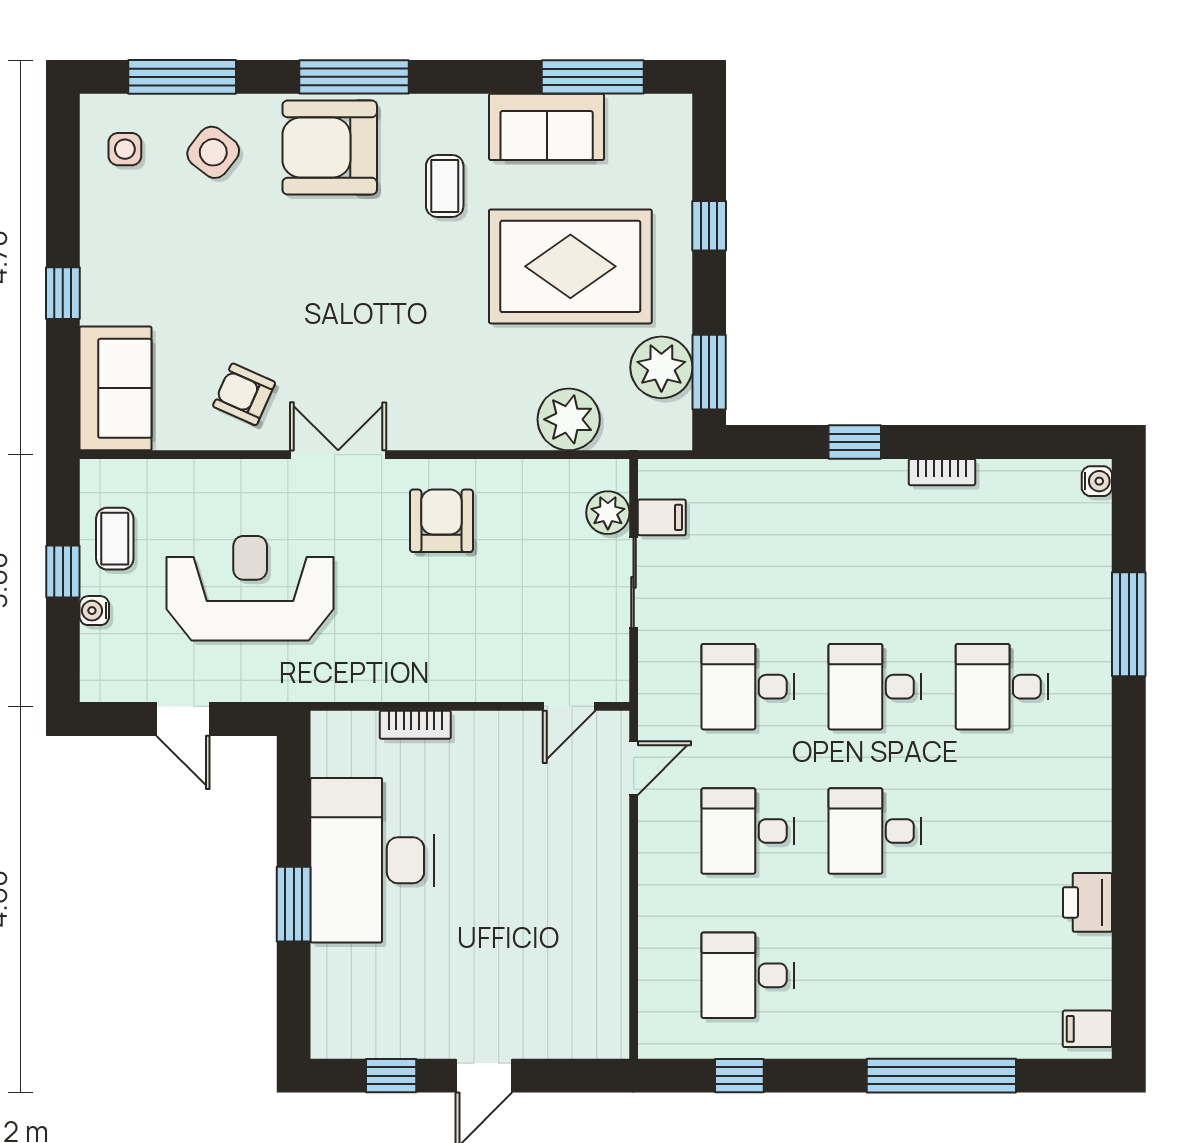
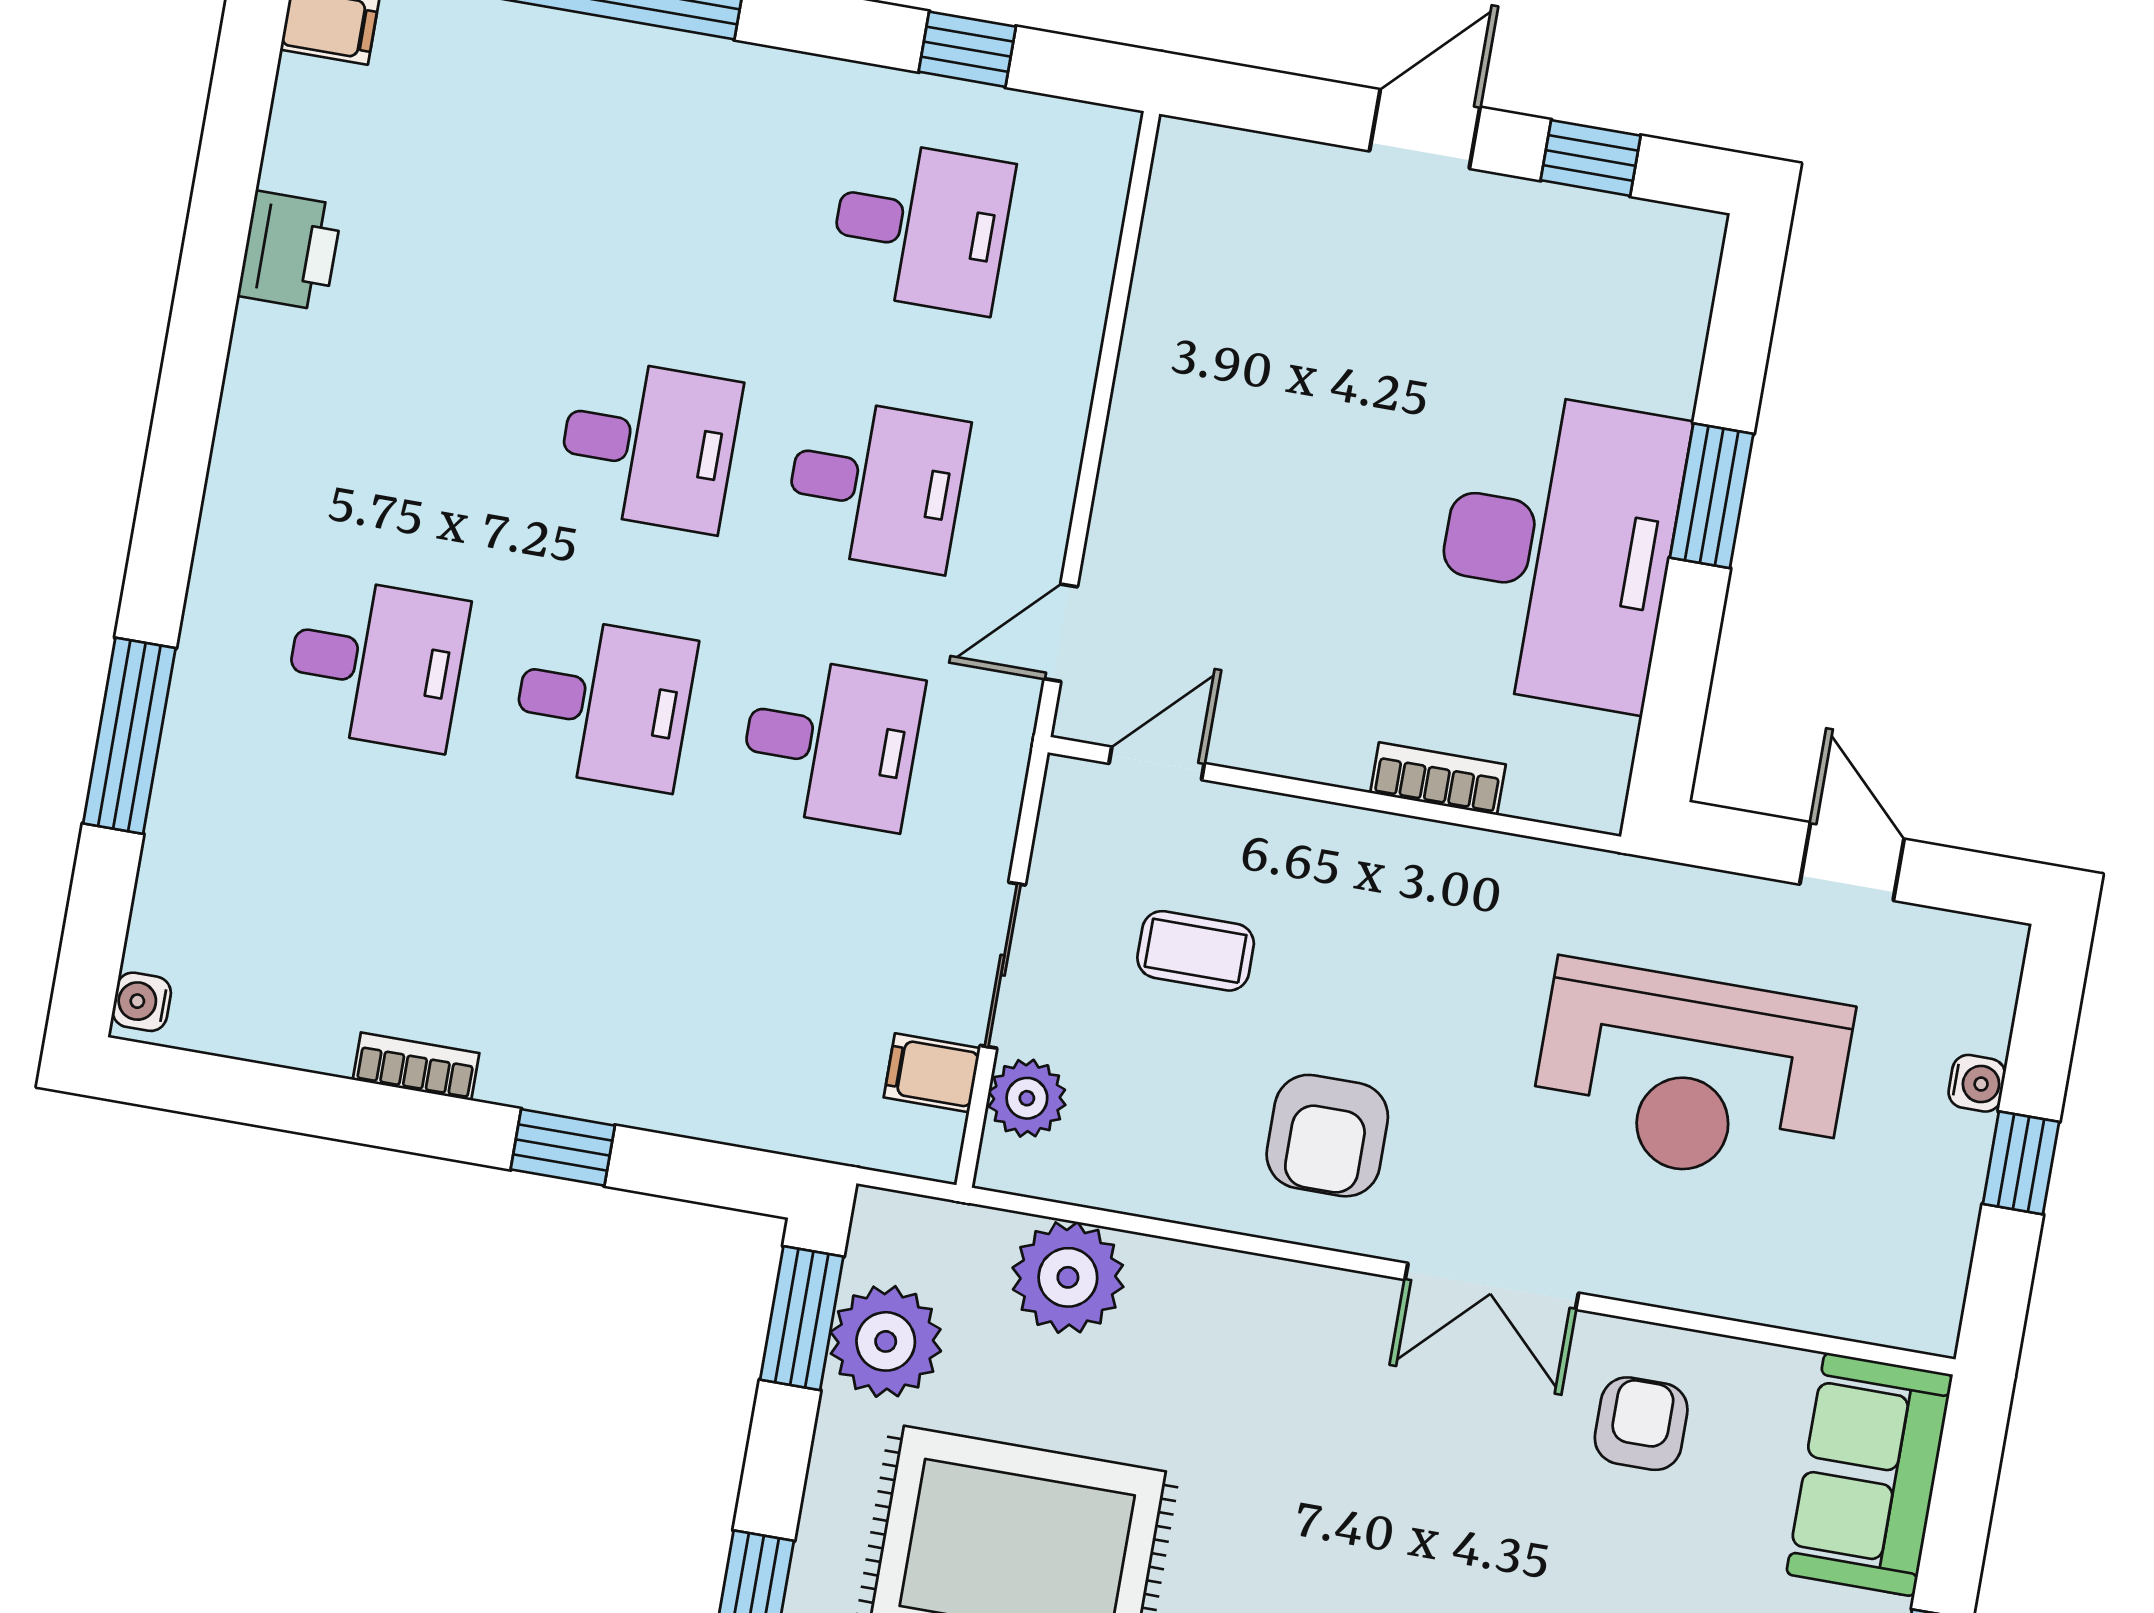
armchair: (244, 394) -> (1641, 1424), turned -114
coffee table: (115, 539) -> (1196, 951), moved, turned 90

